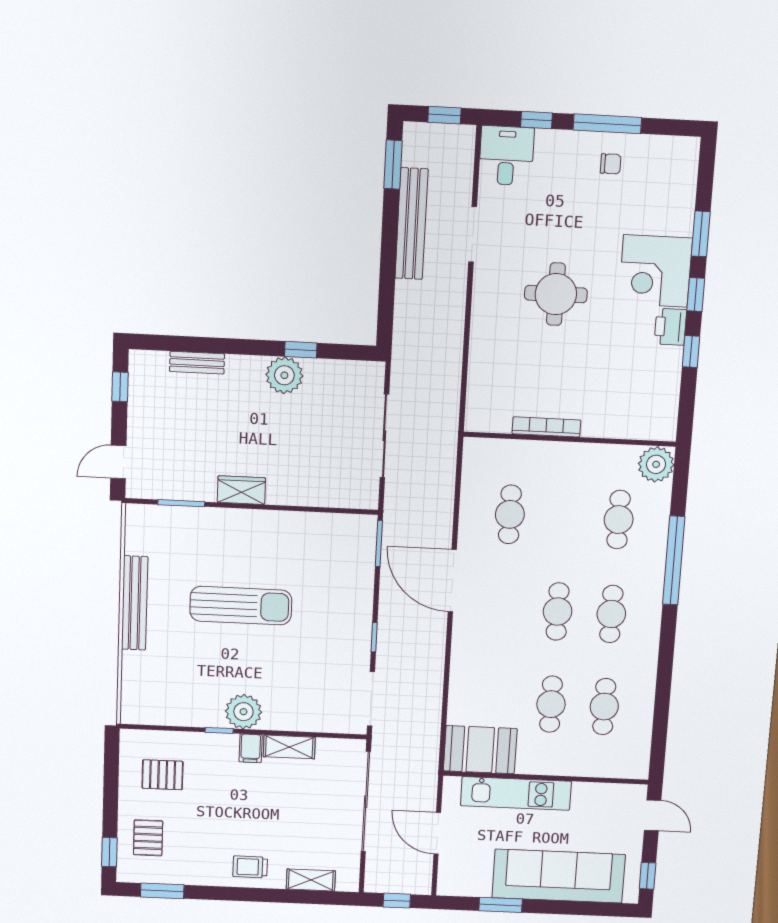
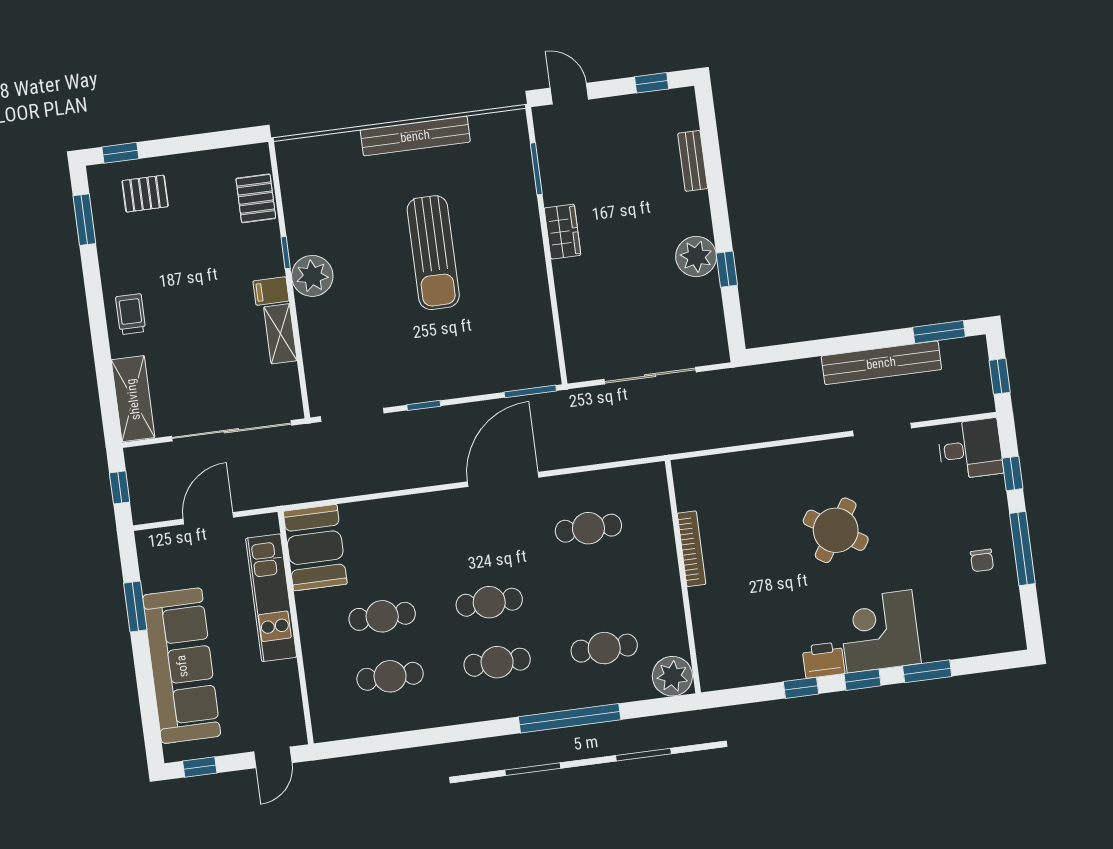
round table: (556, 294) -> (836, 530), turned 33
pallet: (163, 775) -> (256, 198), moved
shelving: (311, 880) -> (133, 399), width x1.50, depth x1.33

